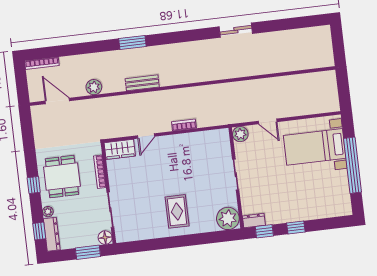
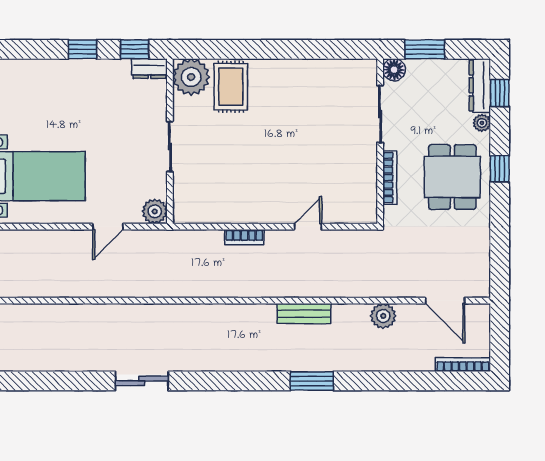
door: (268, 121) -> (108, 227), swing flipped
wardrobe: (120, 149) -> (353, 210), removed
rug: (177, 211) -> (231, 87), moved

